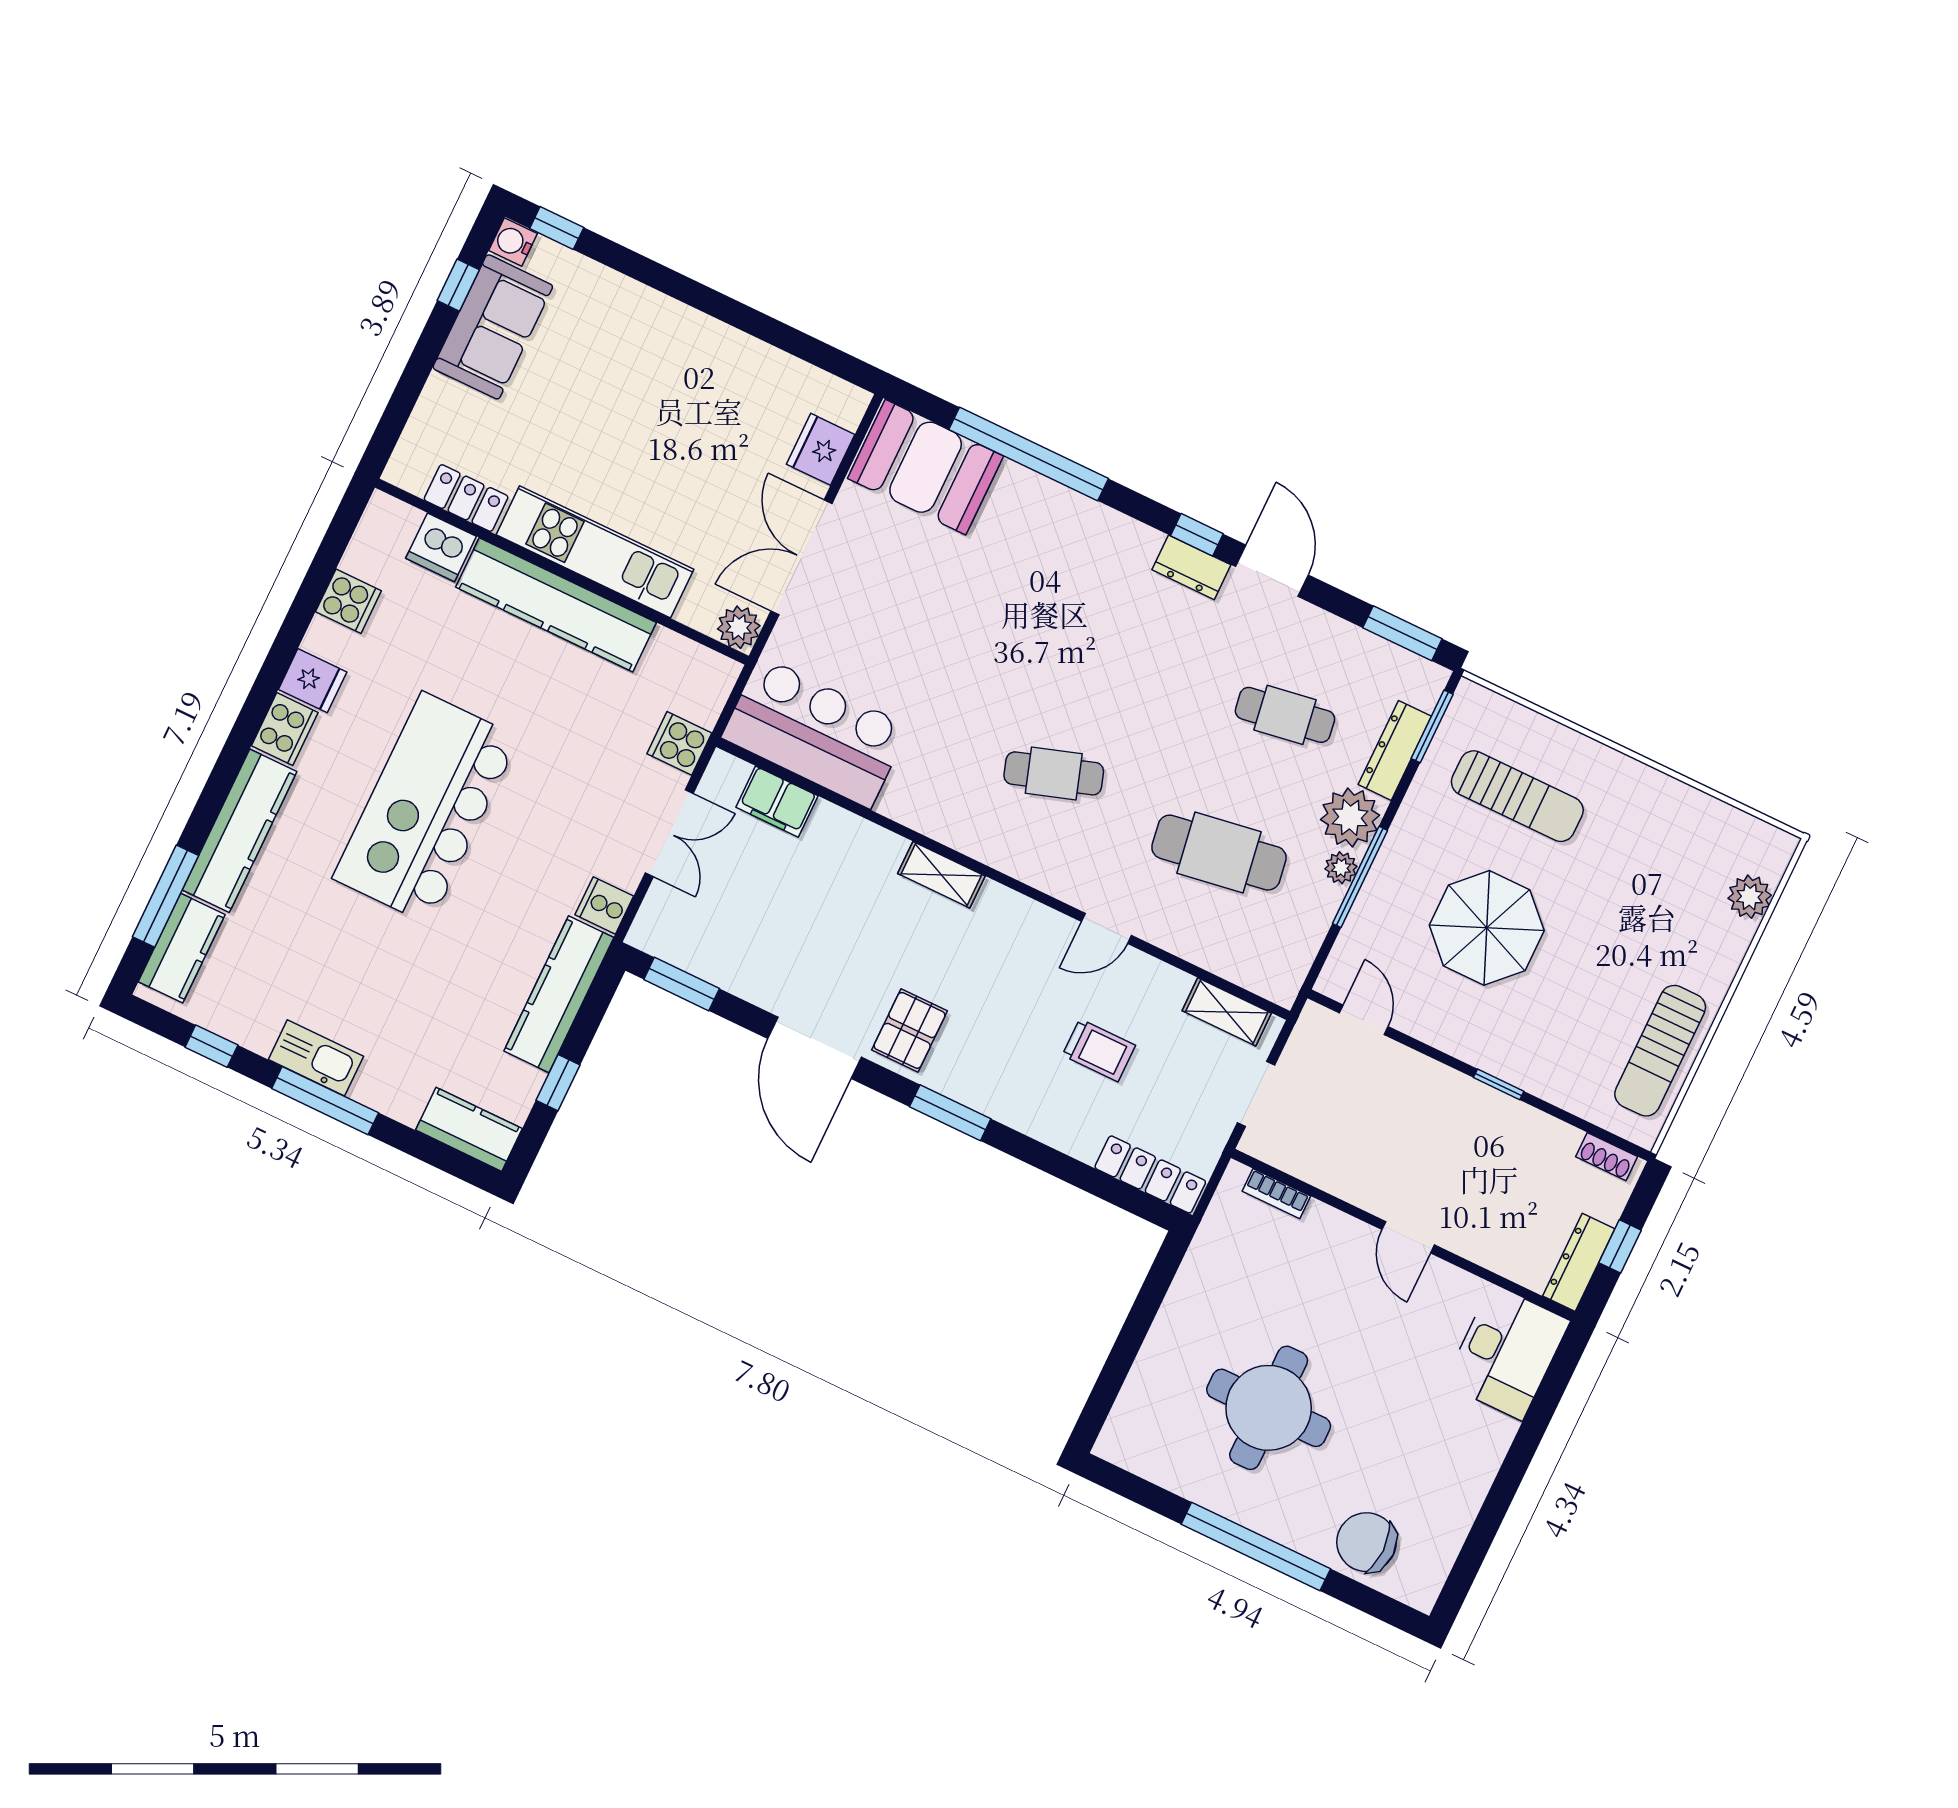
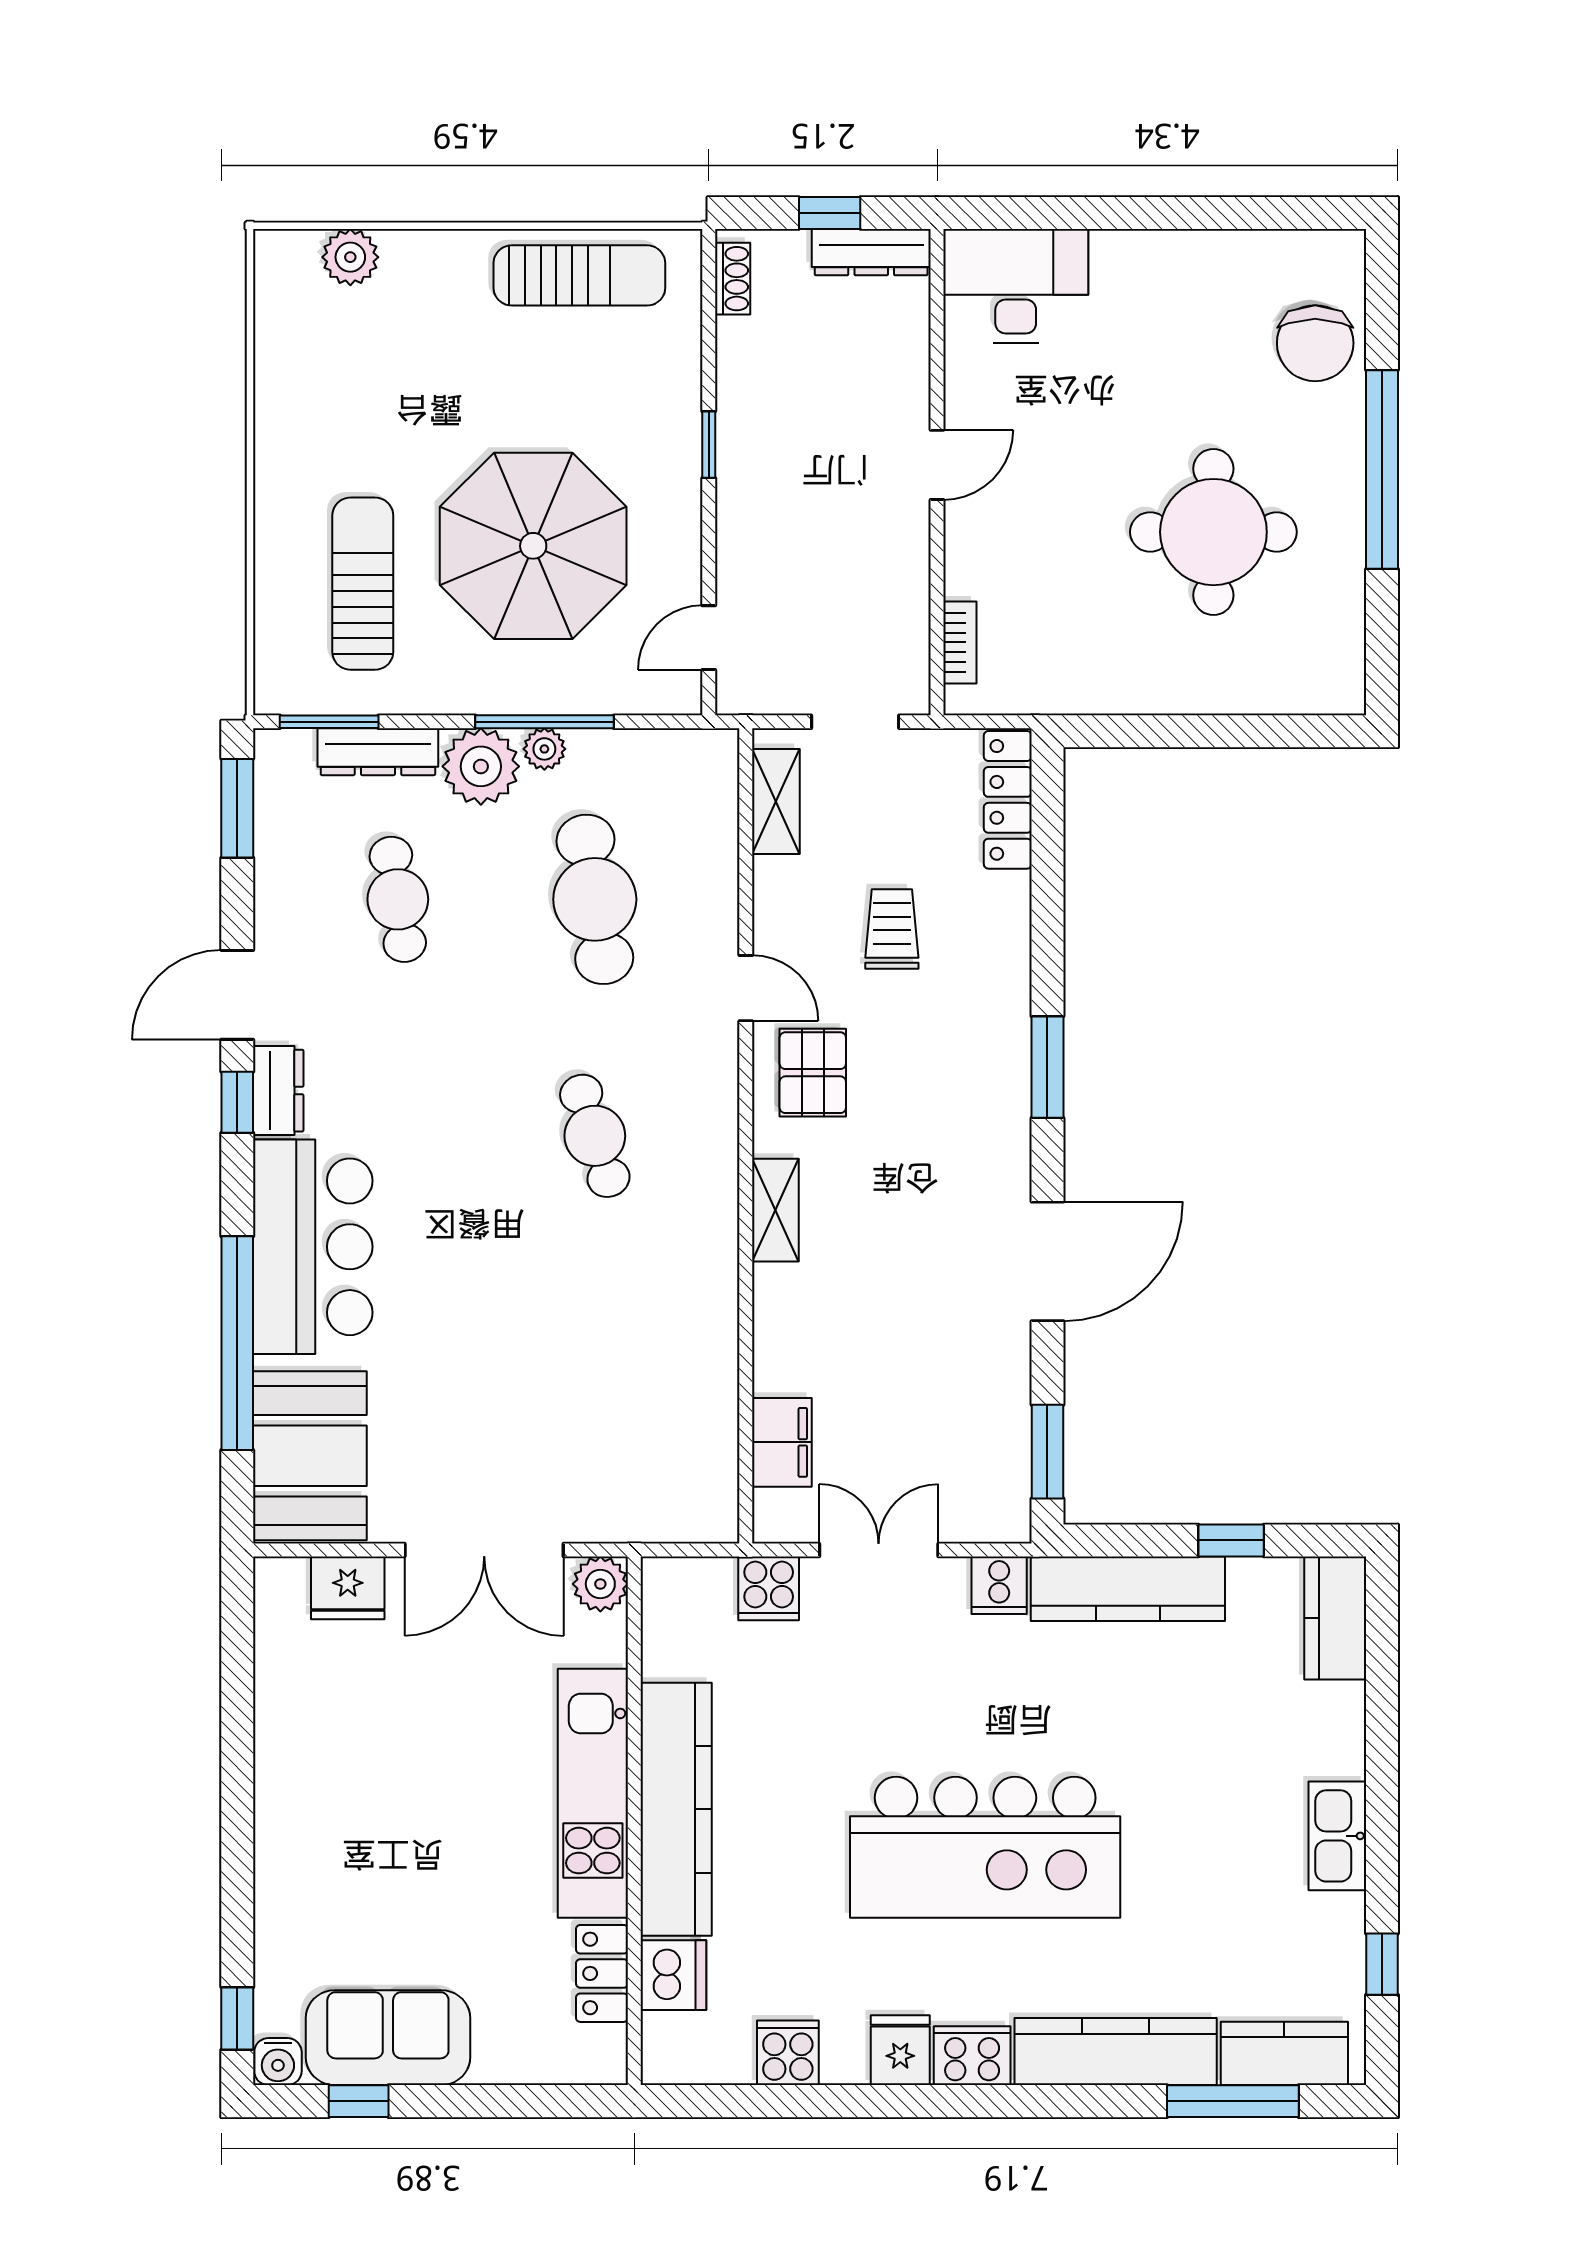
bar counter: (815, 732) -> (313, 1247), moved, turned 180
parasol: (1487, 928) -> (533, 546), width x1.36, depth x1.36
pallet: (910, 1030) -> (813, 1073), moved, turned 90
window: (325, 1101) -> (1382, 1802), removed

